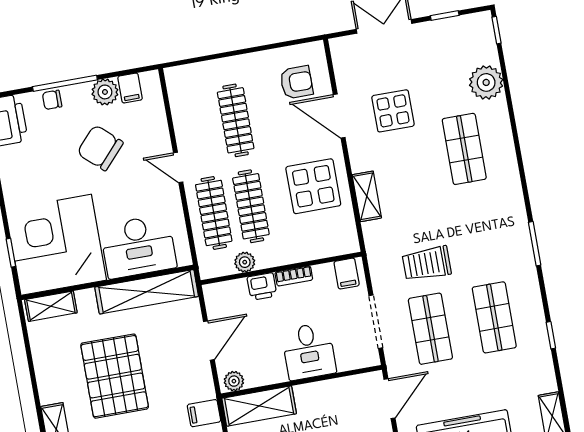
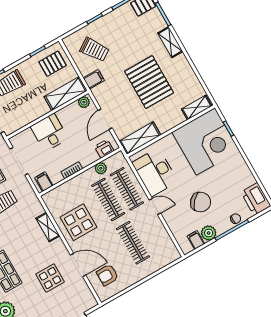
desk: (138, 246) -> (155, 172), moved, turned -90
printer: (262, 287) -> (104, 149), moved
shelving: (147, 292) -> (140, 138), width x0.68

